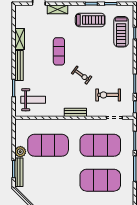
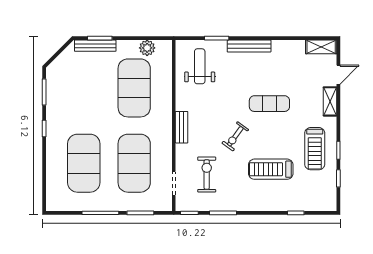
treadmill: (121, 32) -> (271, 169), moved
shelving: (20, 39) -> (321, 47), moved
weight bench: (33, 100) -> (200, 66), turned 180
plant: (20, 152) -> (147, 48), moved

